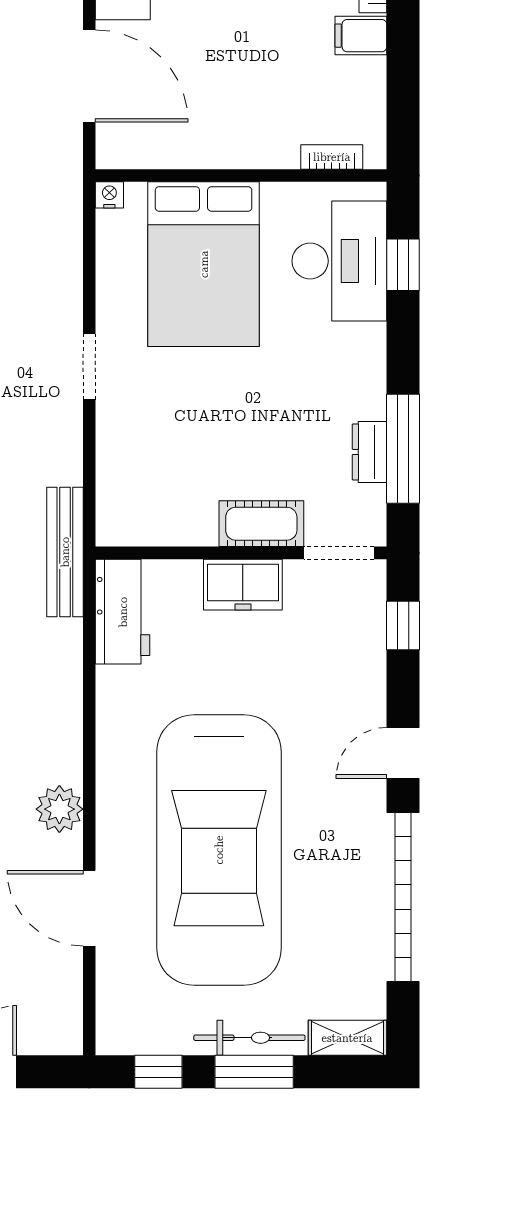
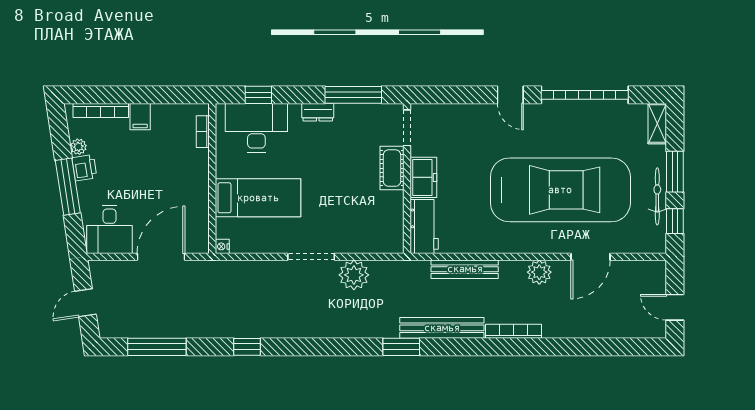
bed: (204, 264) -> (258, 198), width x0.67
doorway: (89, 367) -> (311, 257), width x1.38
plant: (54, 450) -> (354, 275), added
dresser: (369, 452) -> (318, 112), moved
bench: (65, 552) -> (465, 269), moved
workbench: (123, 612) -> (424, 227), moved, turned 90
window: (403, 626) -> (445, 95), removed
bicycle: (249, 1038) -> (657, 196), moved

